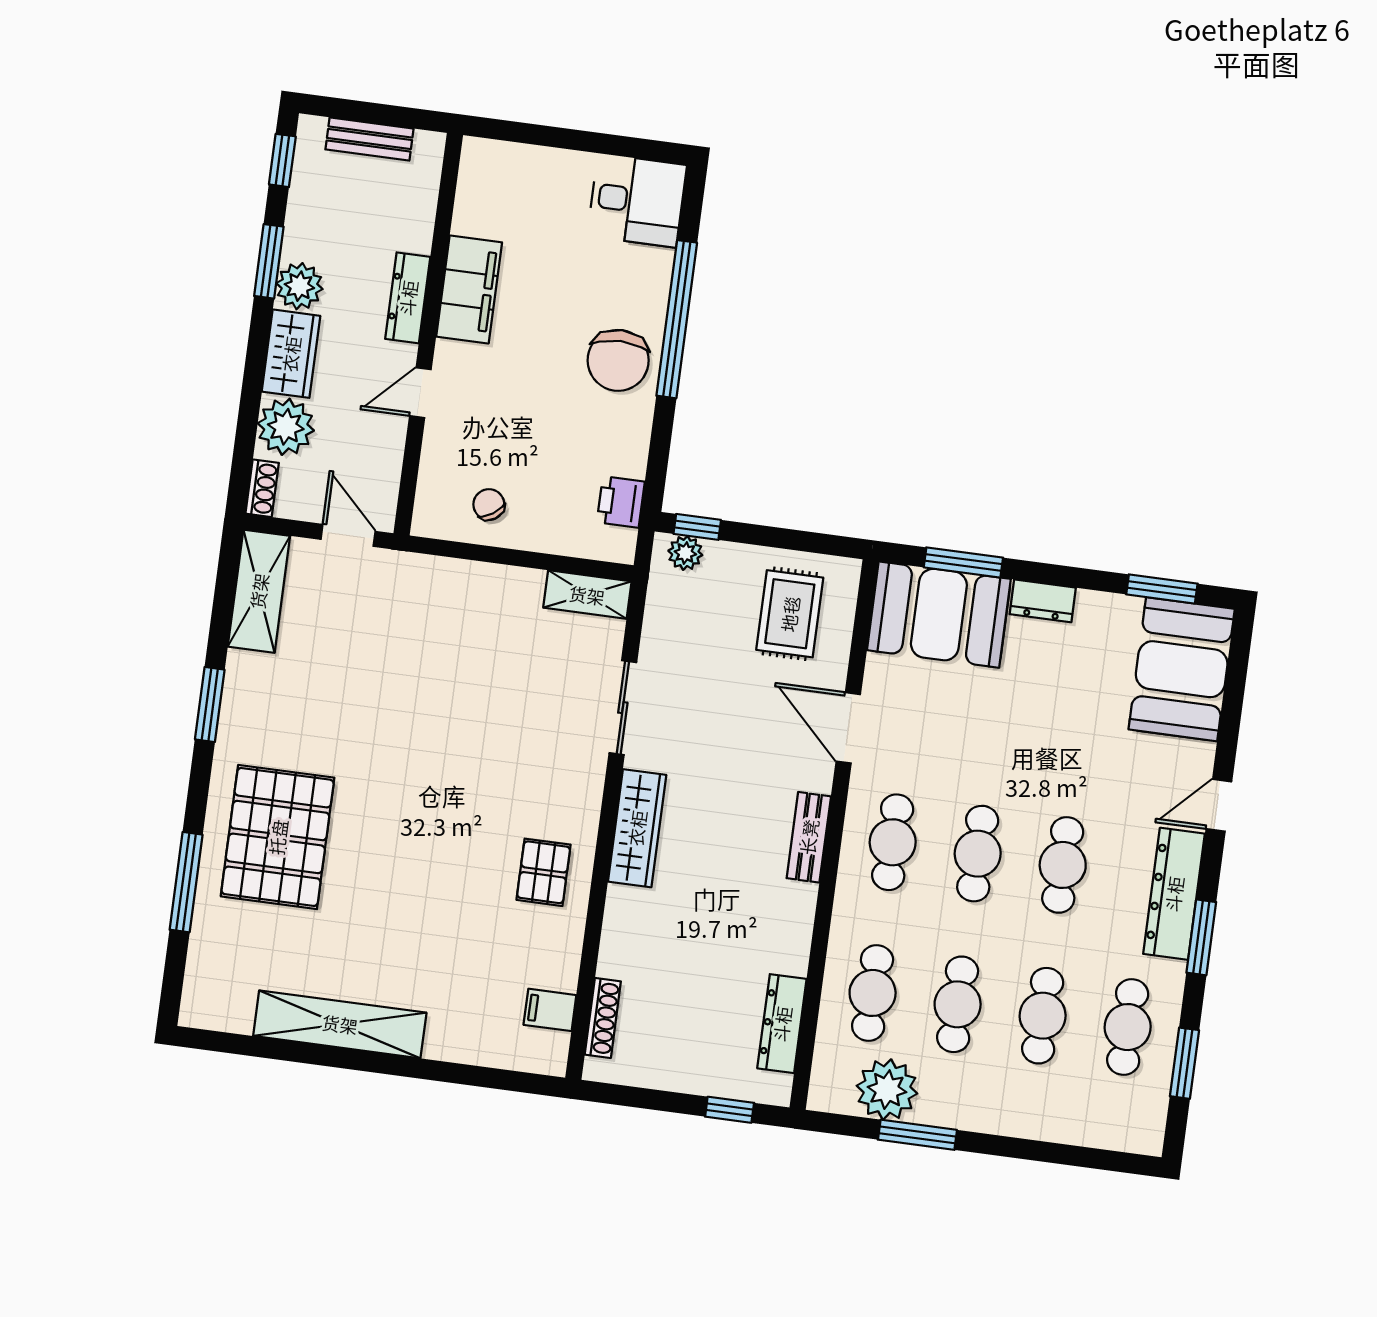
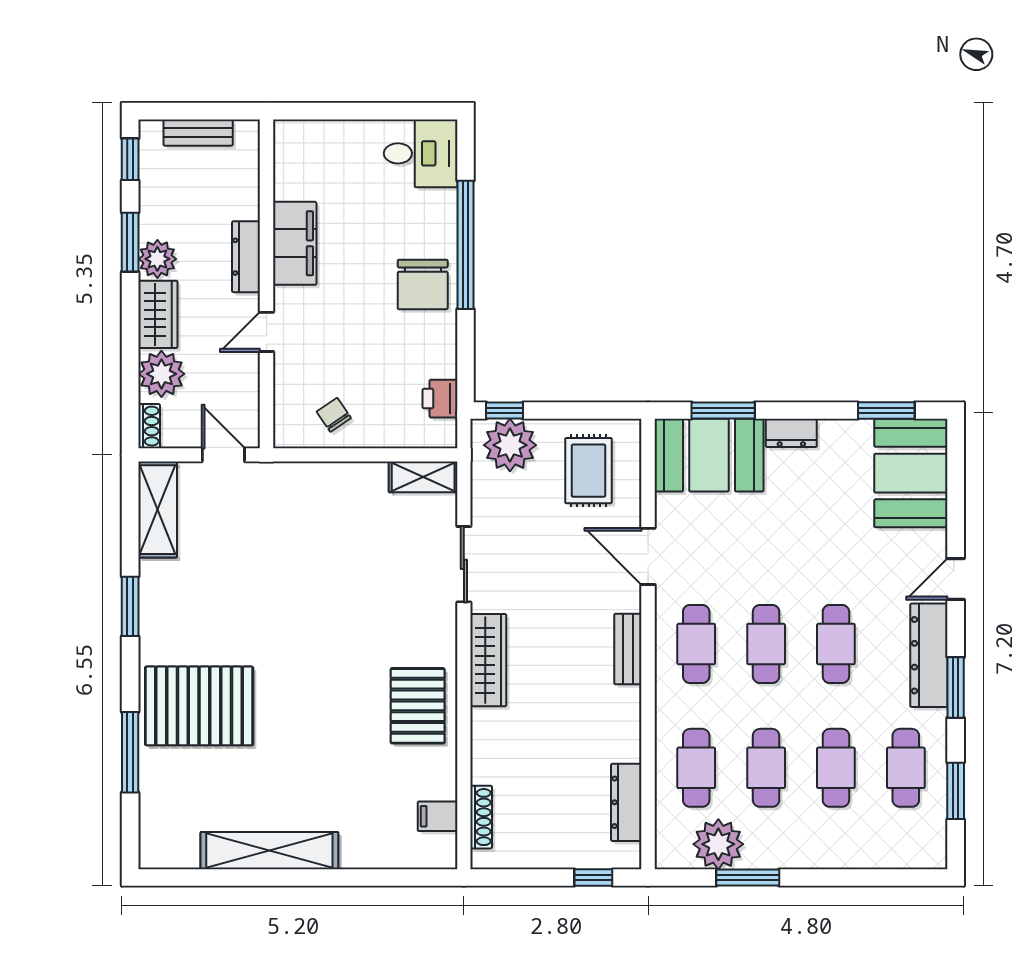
plant: (685, 553) -> (510, 445), width x1.87, depth x1.87
pallet: (278, 837) -> (199, 706), turned 90
pallet: (544, 872) -> (418, 706), width x1.50, depth x1.42

